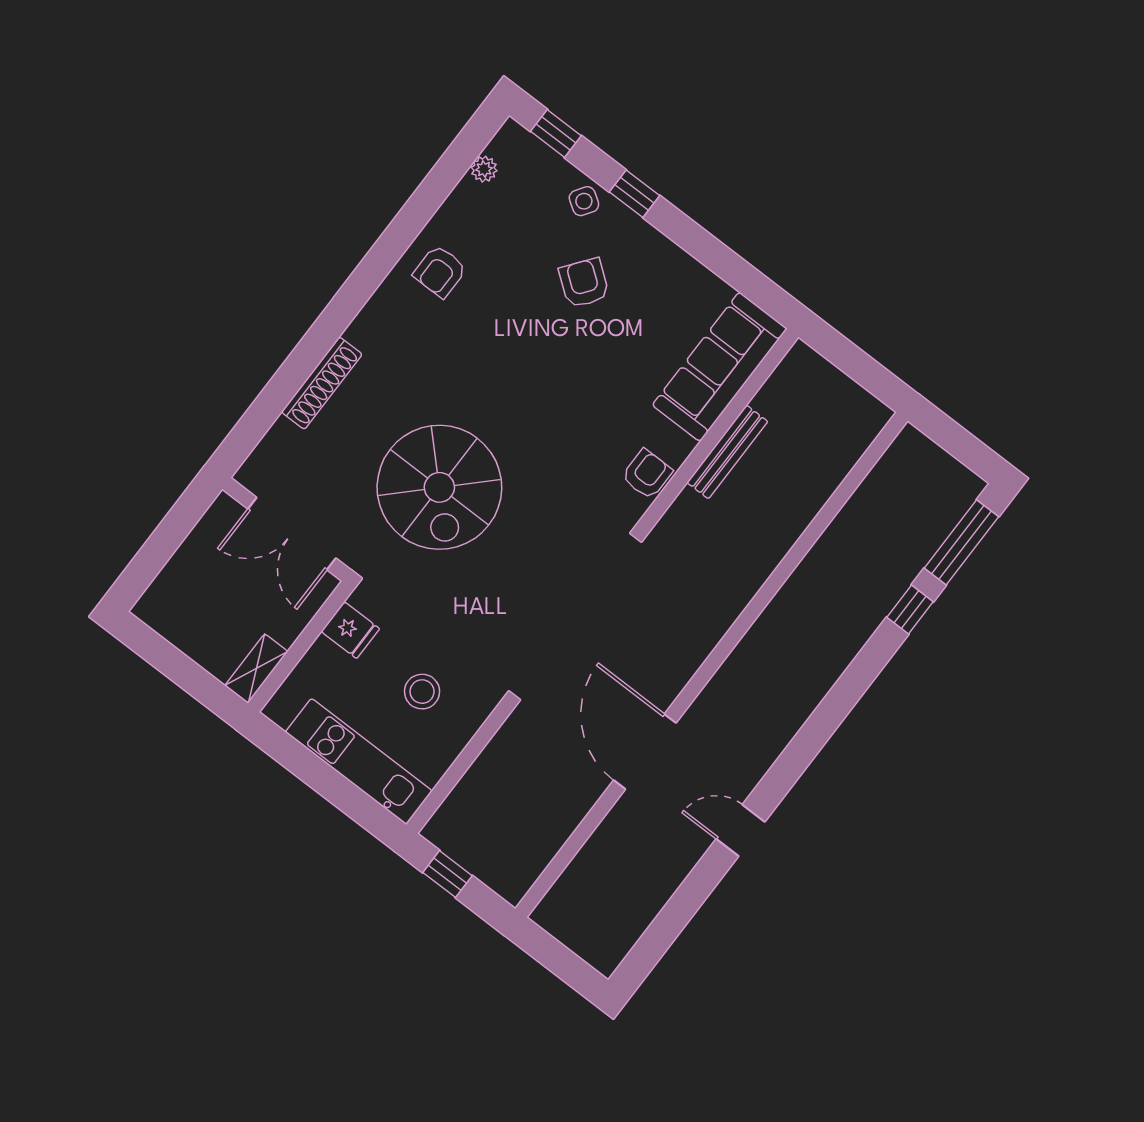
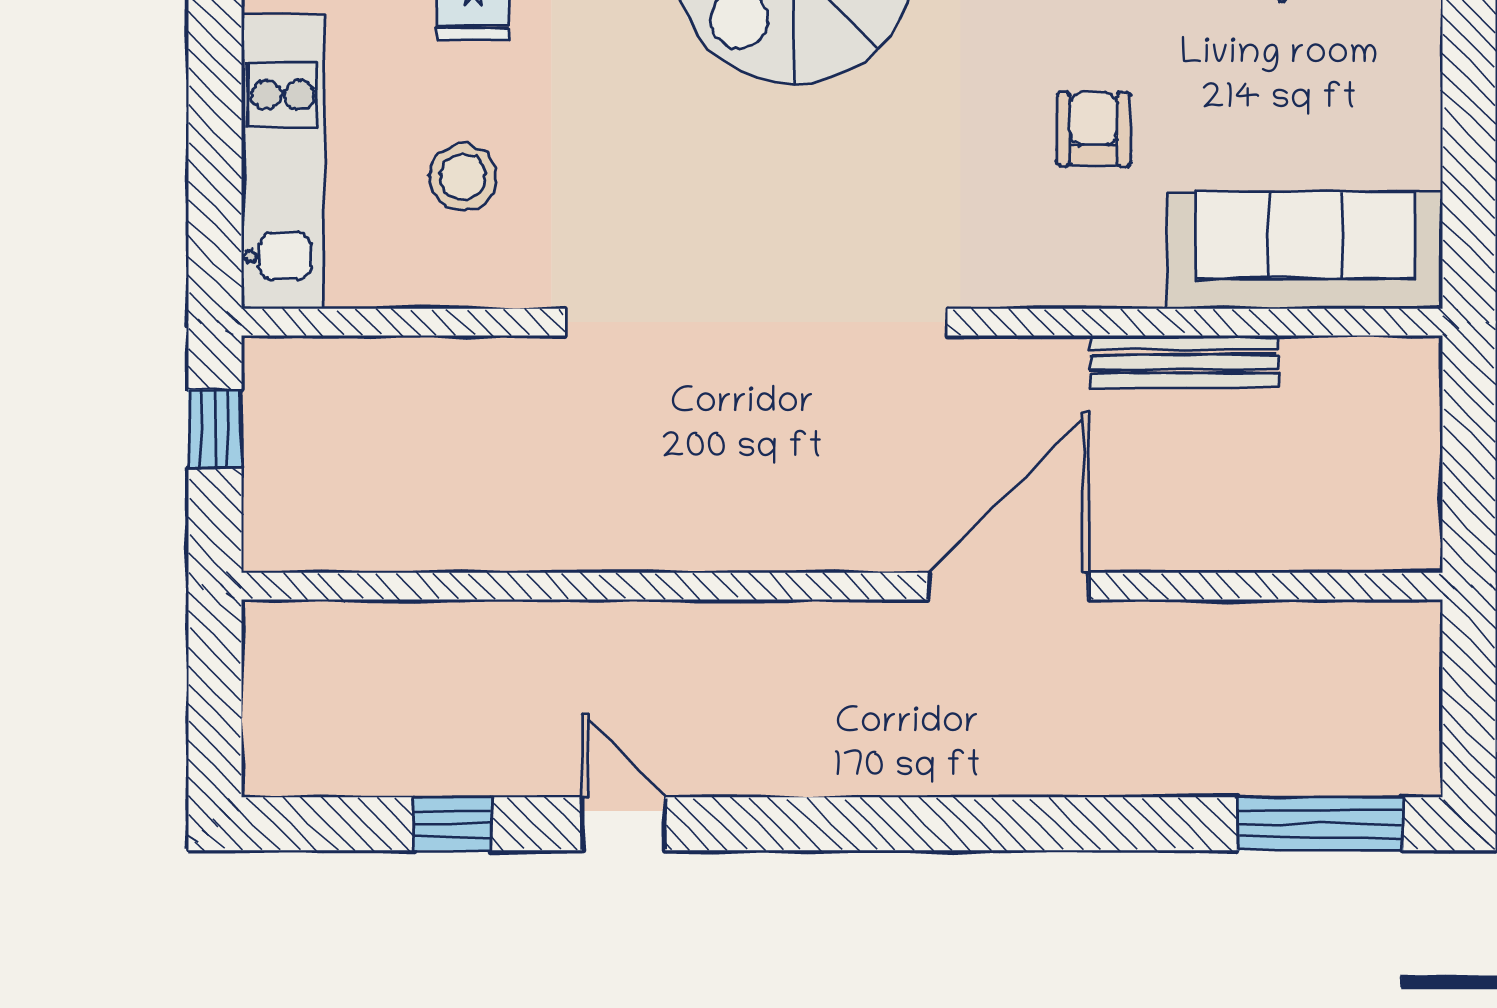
armchair: (647, 474) -> (1094, 129), moved, turned -90
window: (910, 609) -> (453, 824), moved
door: (645, 752) -> (1008, 586), moved

